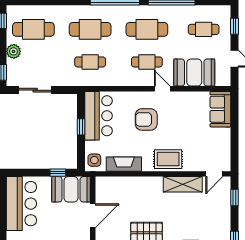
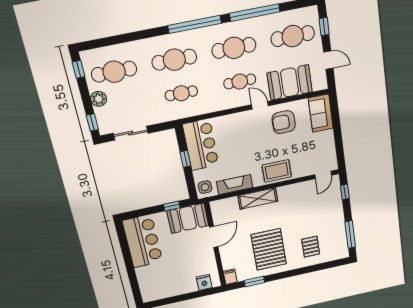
cafe table: (204, 29) -> (293, 36), width x1.37, depth x1.35
armchair: (146, 119) -> (284, 122), moved
shelving: (183, 184) -> (258, 199), moved

